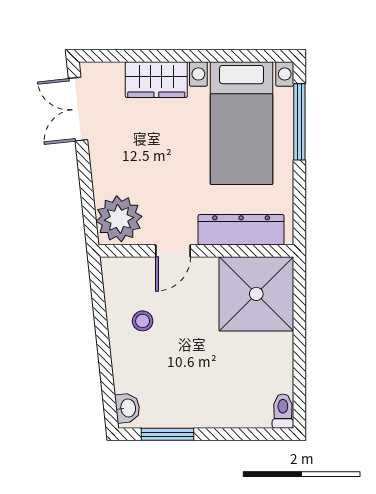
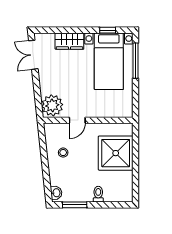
window: (239, 56) -> (108, 30), added
dresser: (241, 230) -> (109, 110), removed
shower: (256, 294) -> (116, 153), moved
toilet: (283, 411) -> (98, 194), moved

